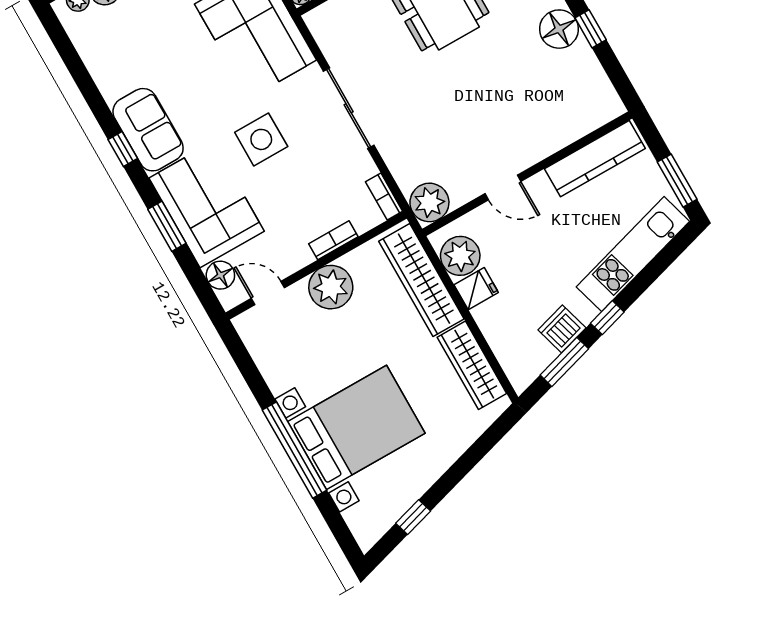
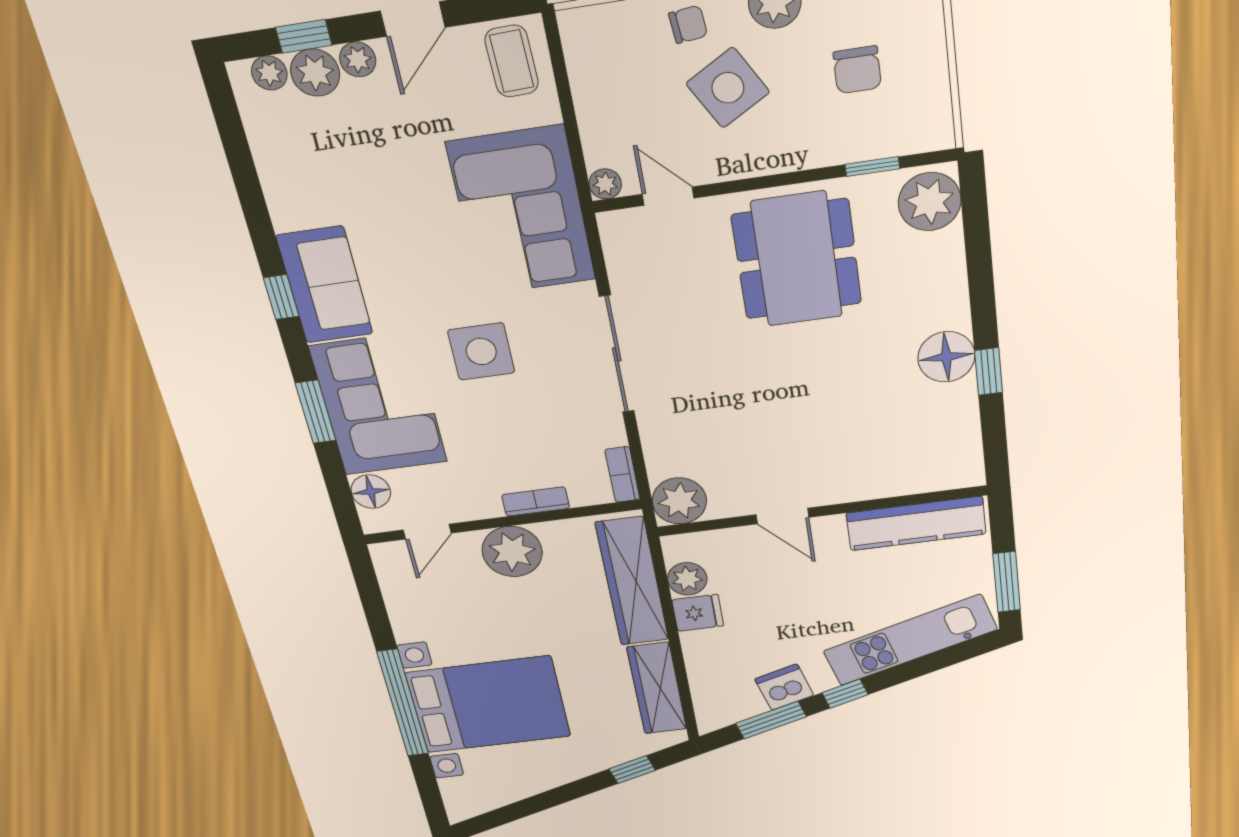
plant: (460, 256) -> (687, 579), width x0.73, depth x0.73
door: (268, 293) -> (427, 532), swing flipped
window: (413, 517) -> (632, 770), moved

